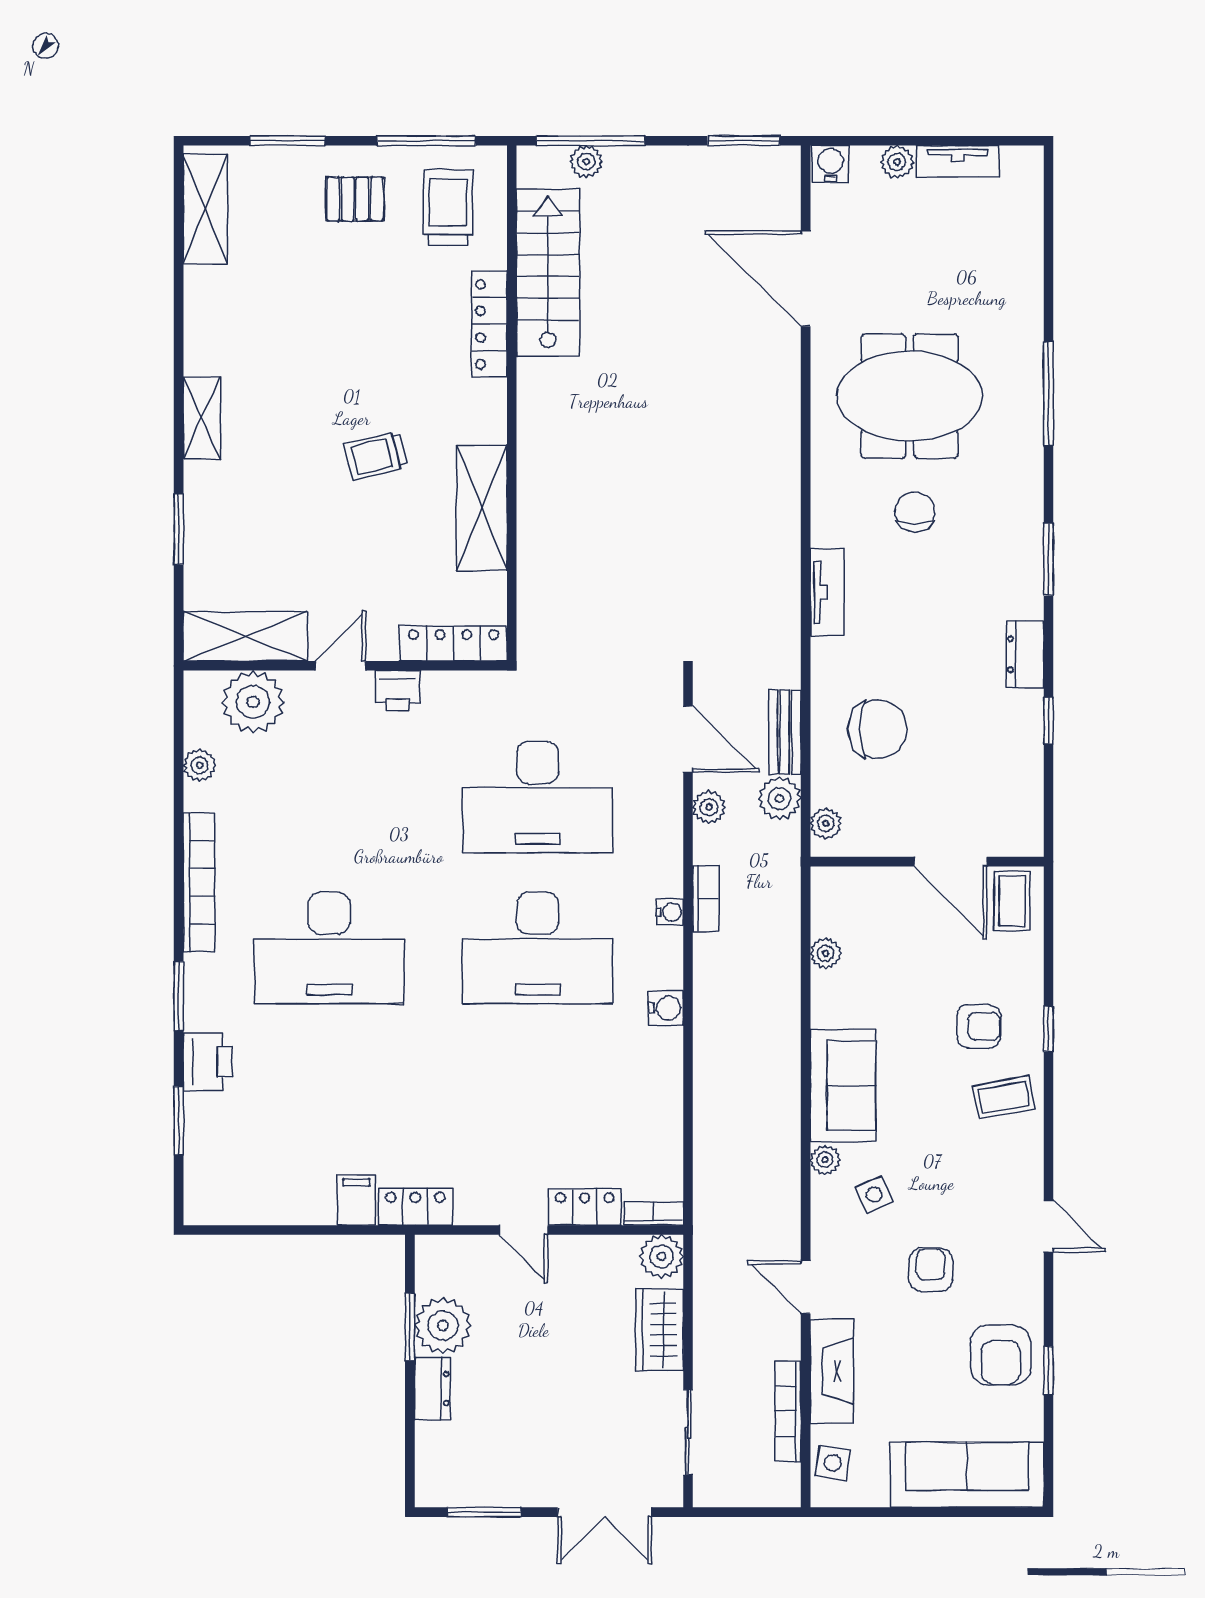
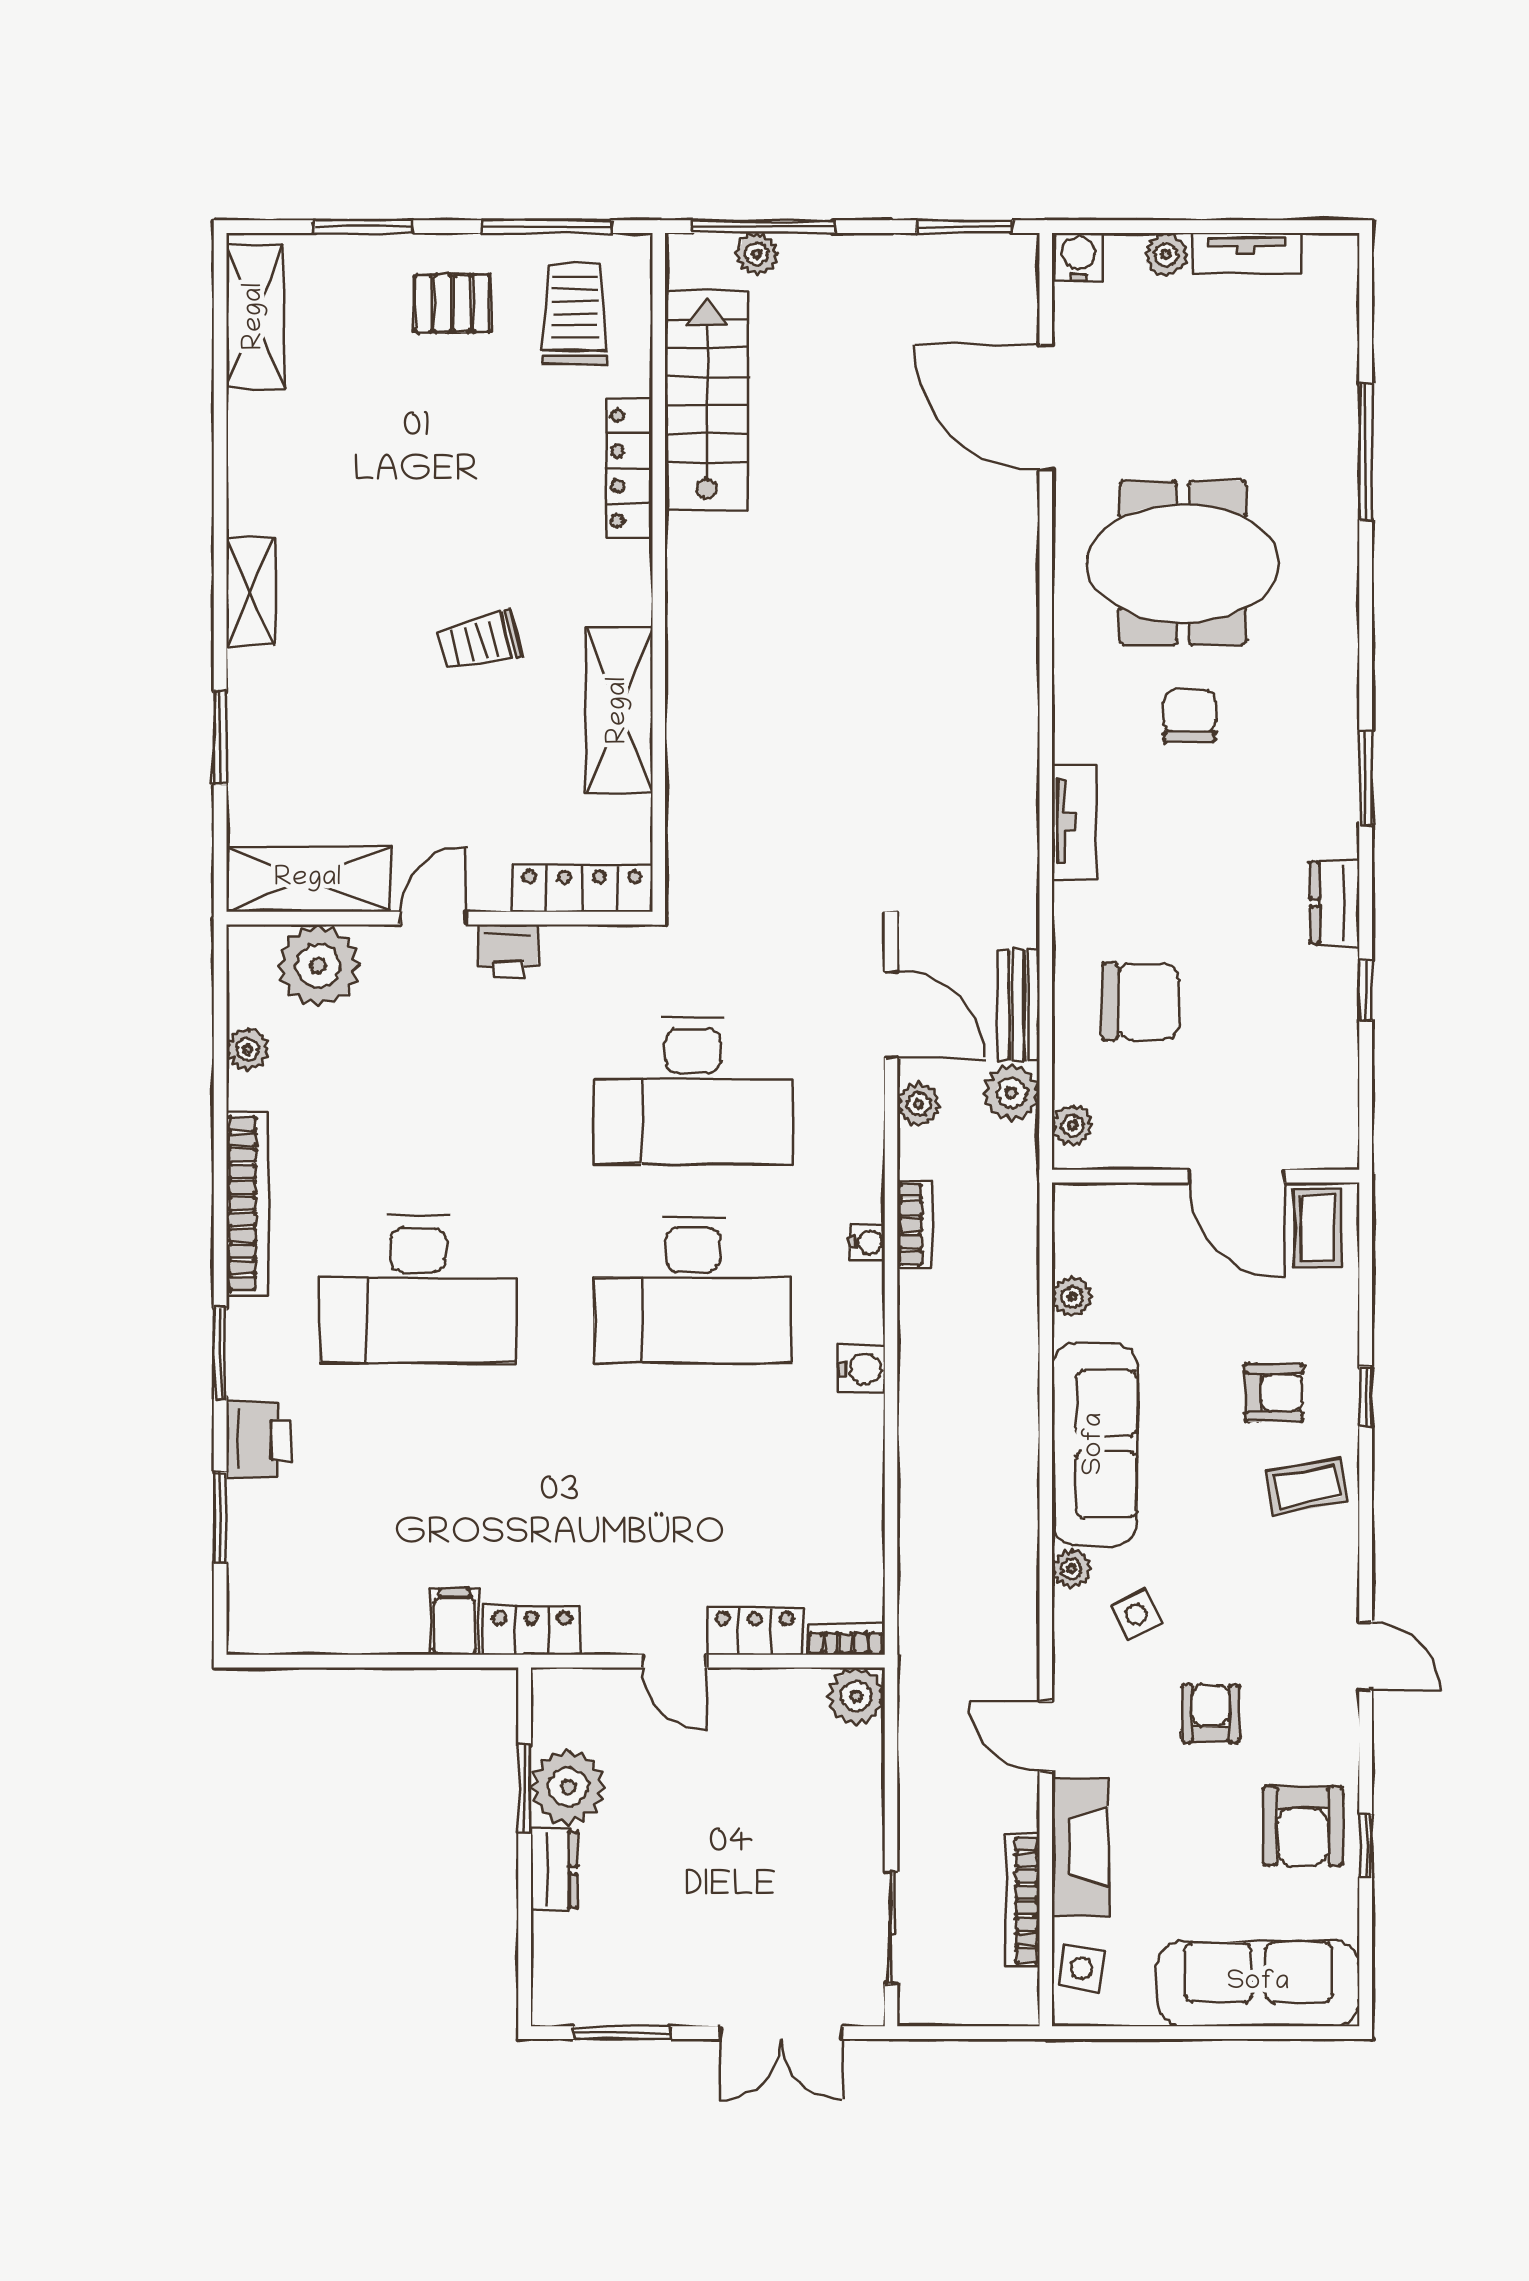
window: (1048, 394) -> (1366, 452), moved
sofa: (843, 1085) -> (1095, 1444), width x1.36
wardrobe: (660, 1330) -> (854, 1793), removed

